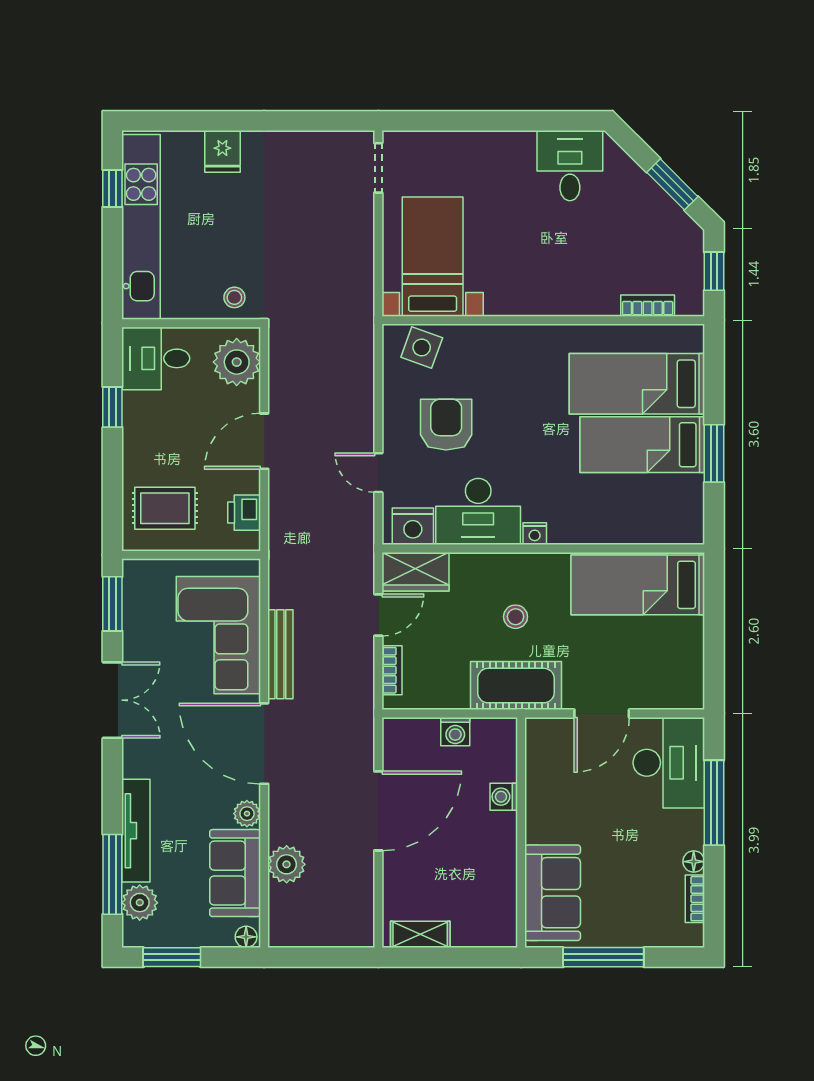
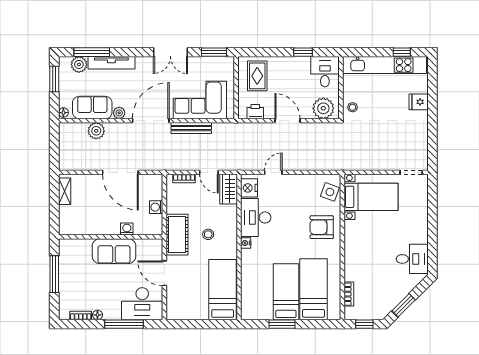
armchair: (446, 425) -> (322, 227), moved, turned 180
sofa: (553, 893) -> (114, 251), moved

